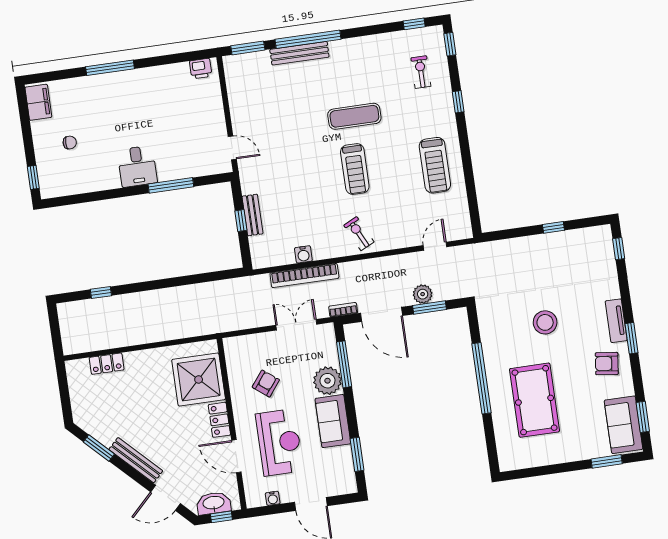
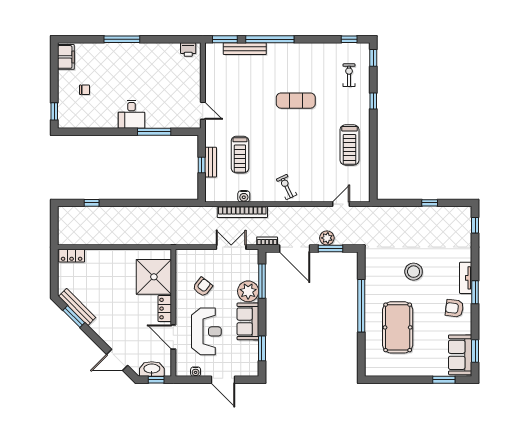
bench: (299, 53) -> (245, 49), moved
treadmill: (355, 169) -> (240, 155), moved
locker: (107, 364) -> (72, 256), moved
bench: (136, 460) -> (77, 307), moved

